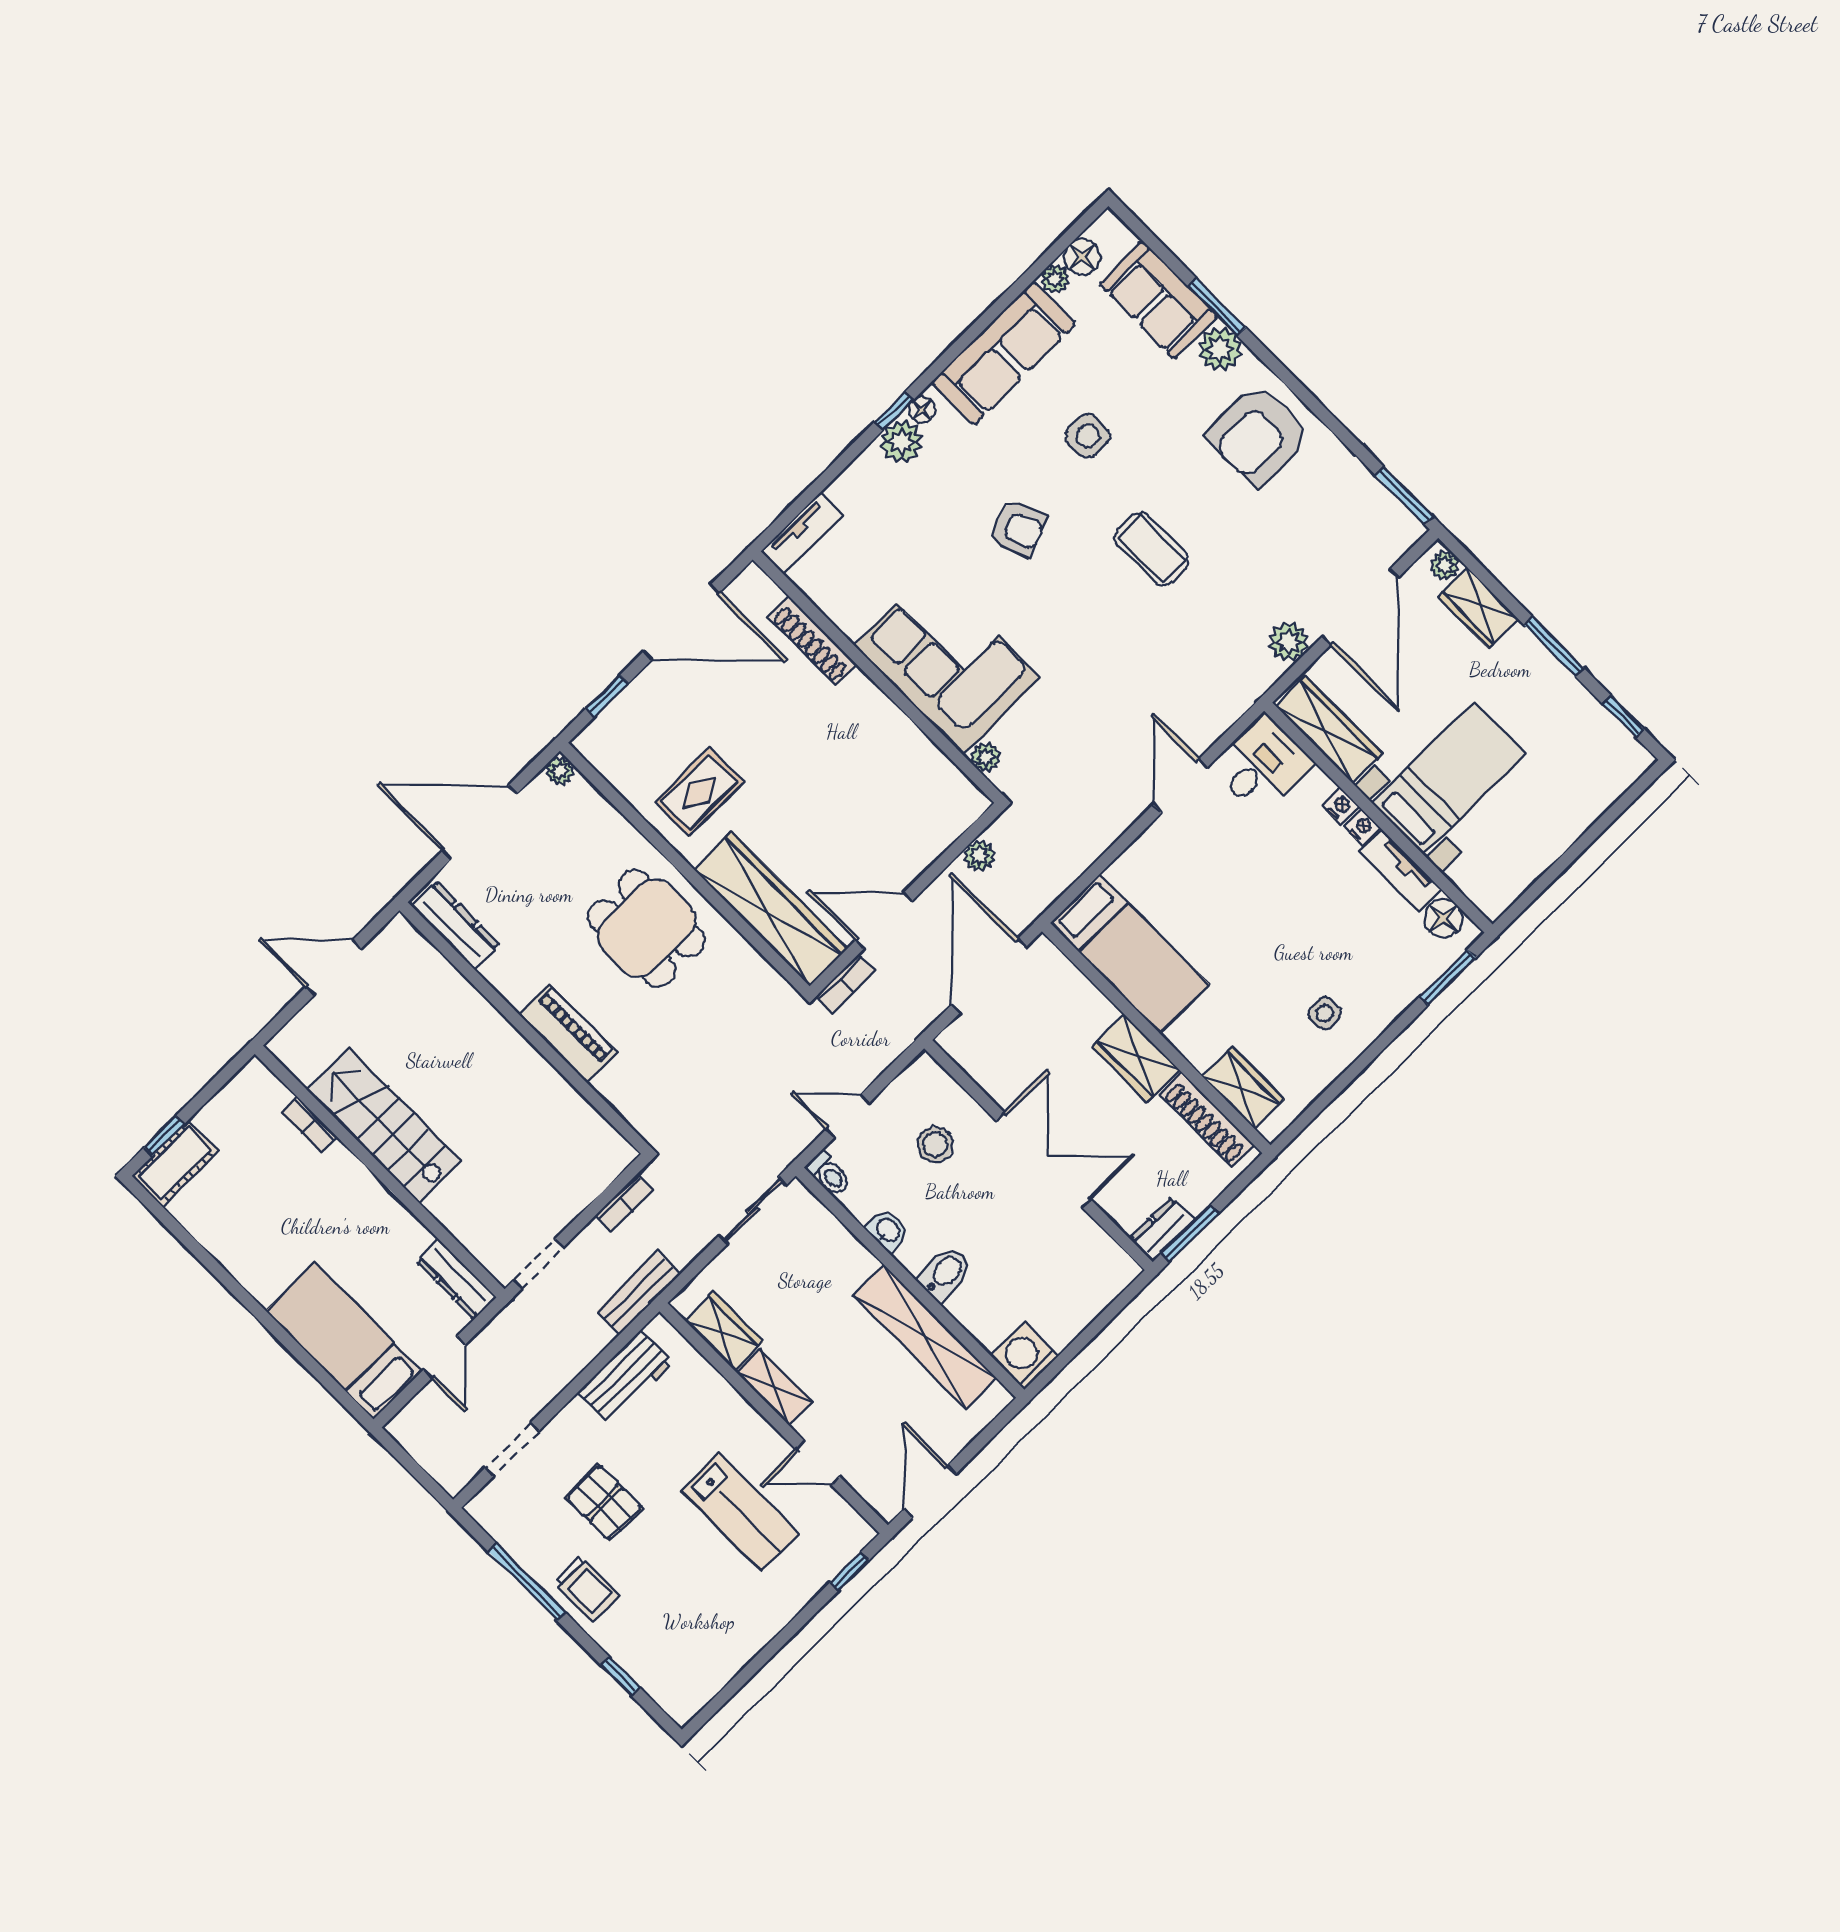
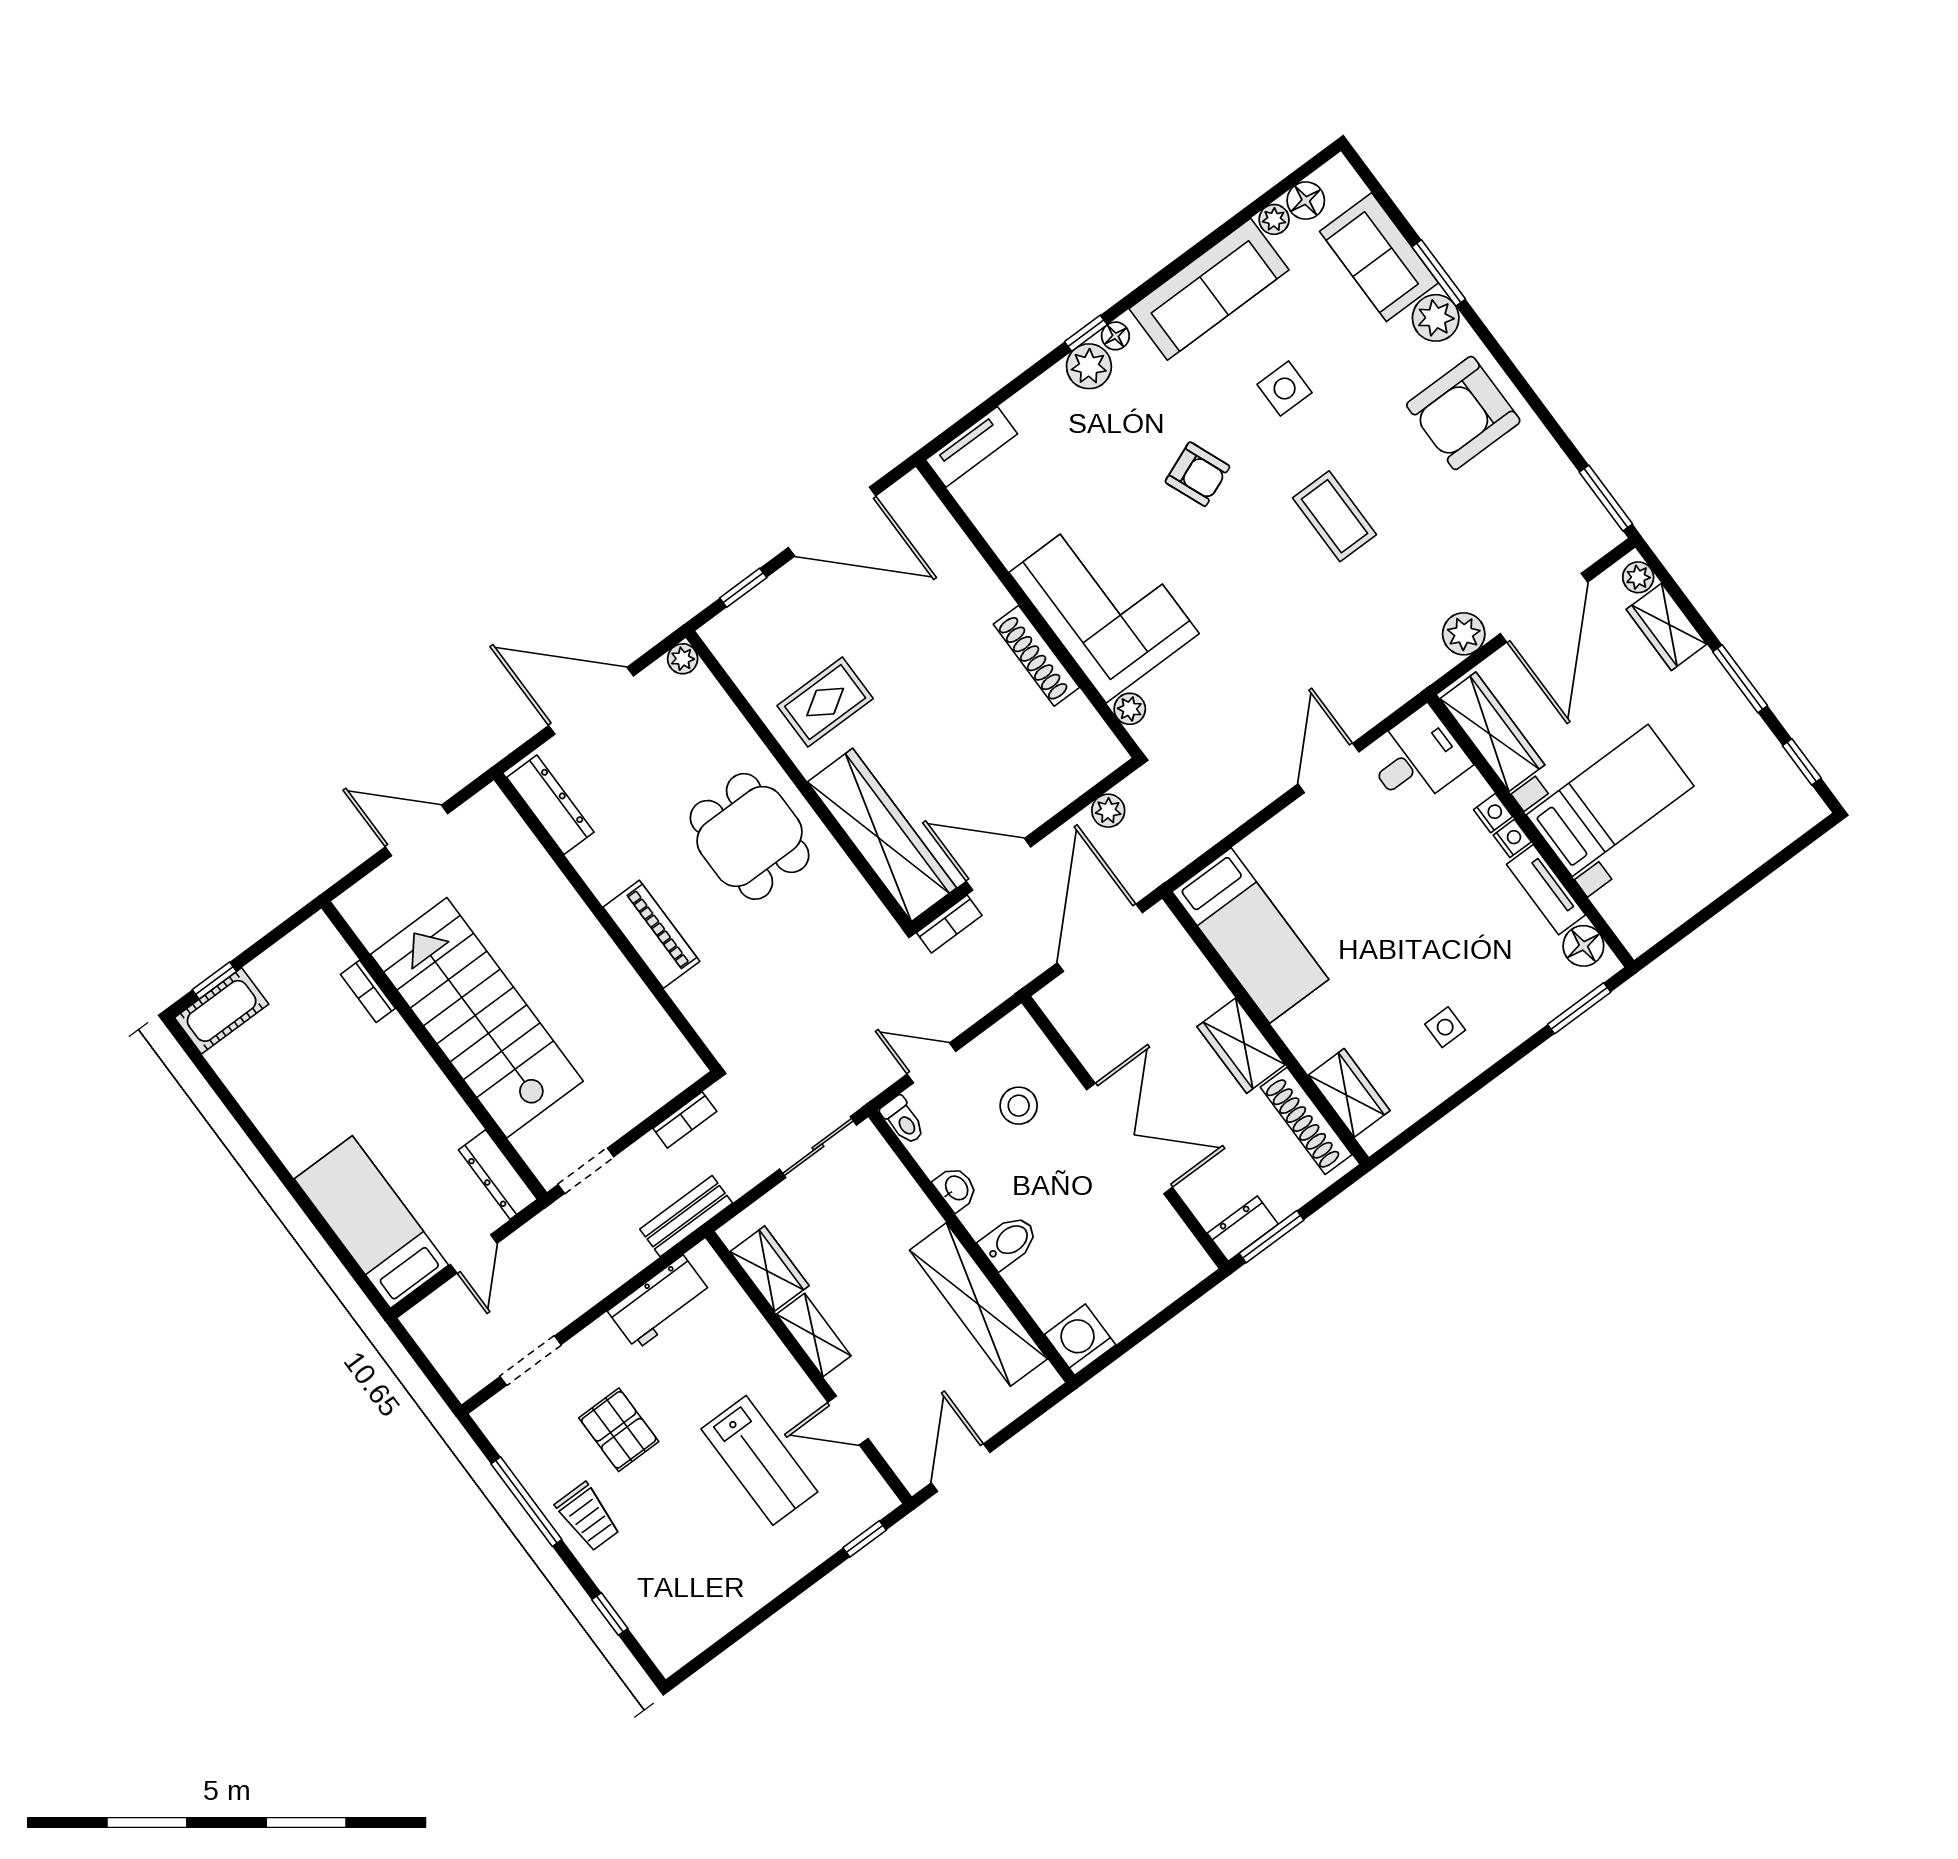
shoe rack: (812, 641) -> (1036, 656), moved
stairs: (384, 1125) -> (477, 1018), width x1.36, depth x1.51

